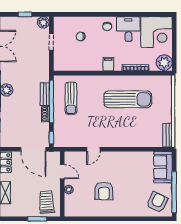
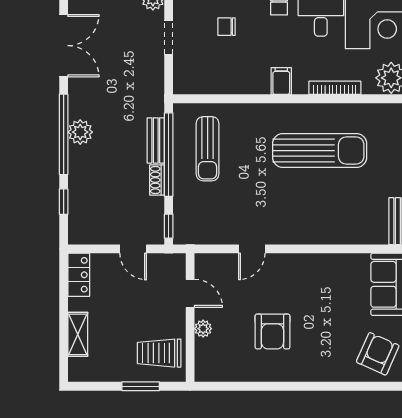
door: (33, 149) -> (133, 249), width x0.53
trolley: (47, 202) -> (159, 353), turned -86

